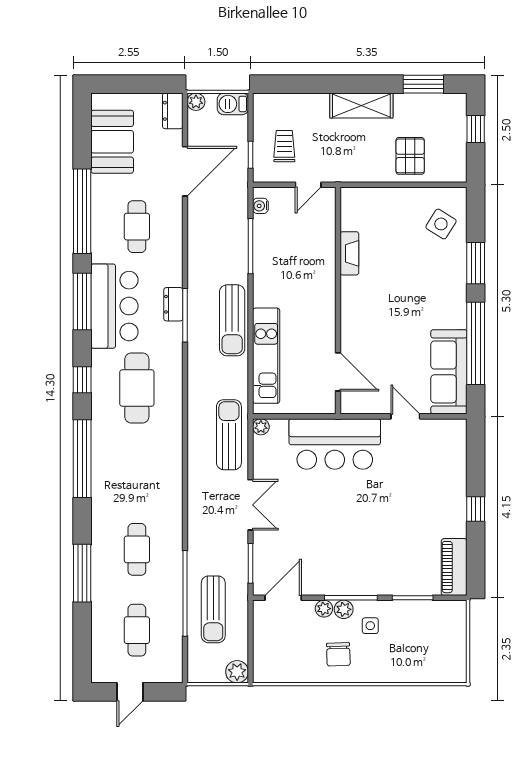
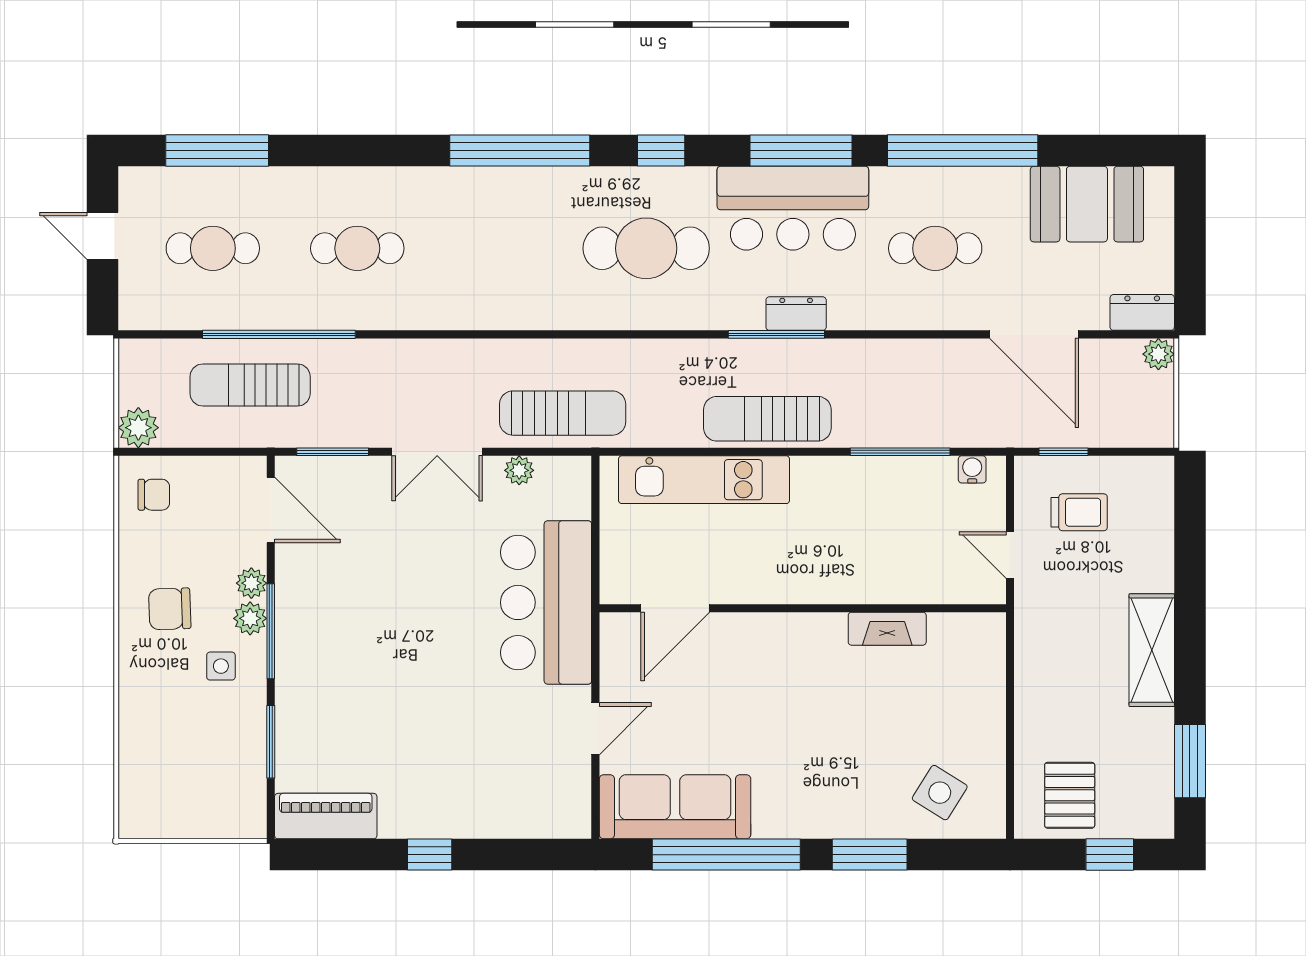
barbecue: (233, 104) -> (1155, 420), removed
pallet: (410, 156) -> (1070, 795), moved, turned 90
plant: (261, 427) -> (519, 470), moved
window: (82, 573) -> (217, 151), moved
chair: (275, 663) -> (154, 495), added

